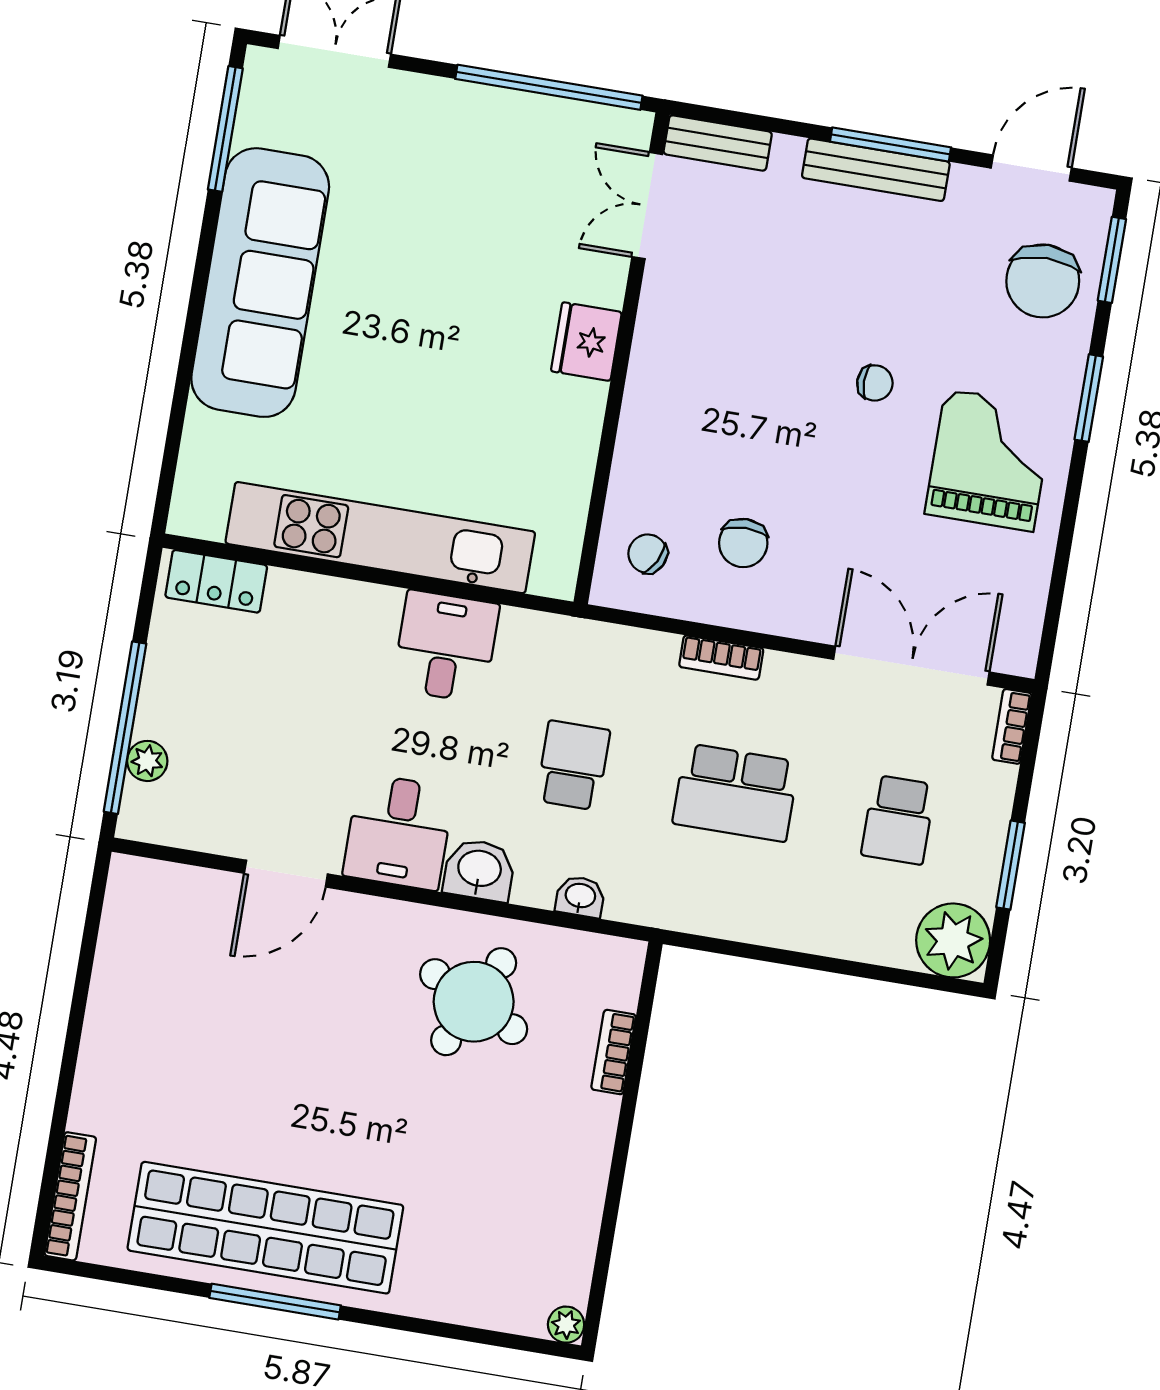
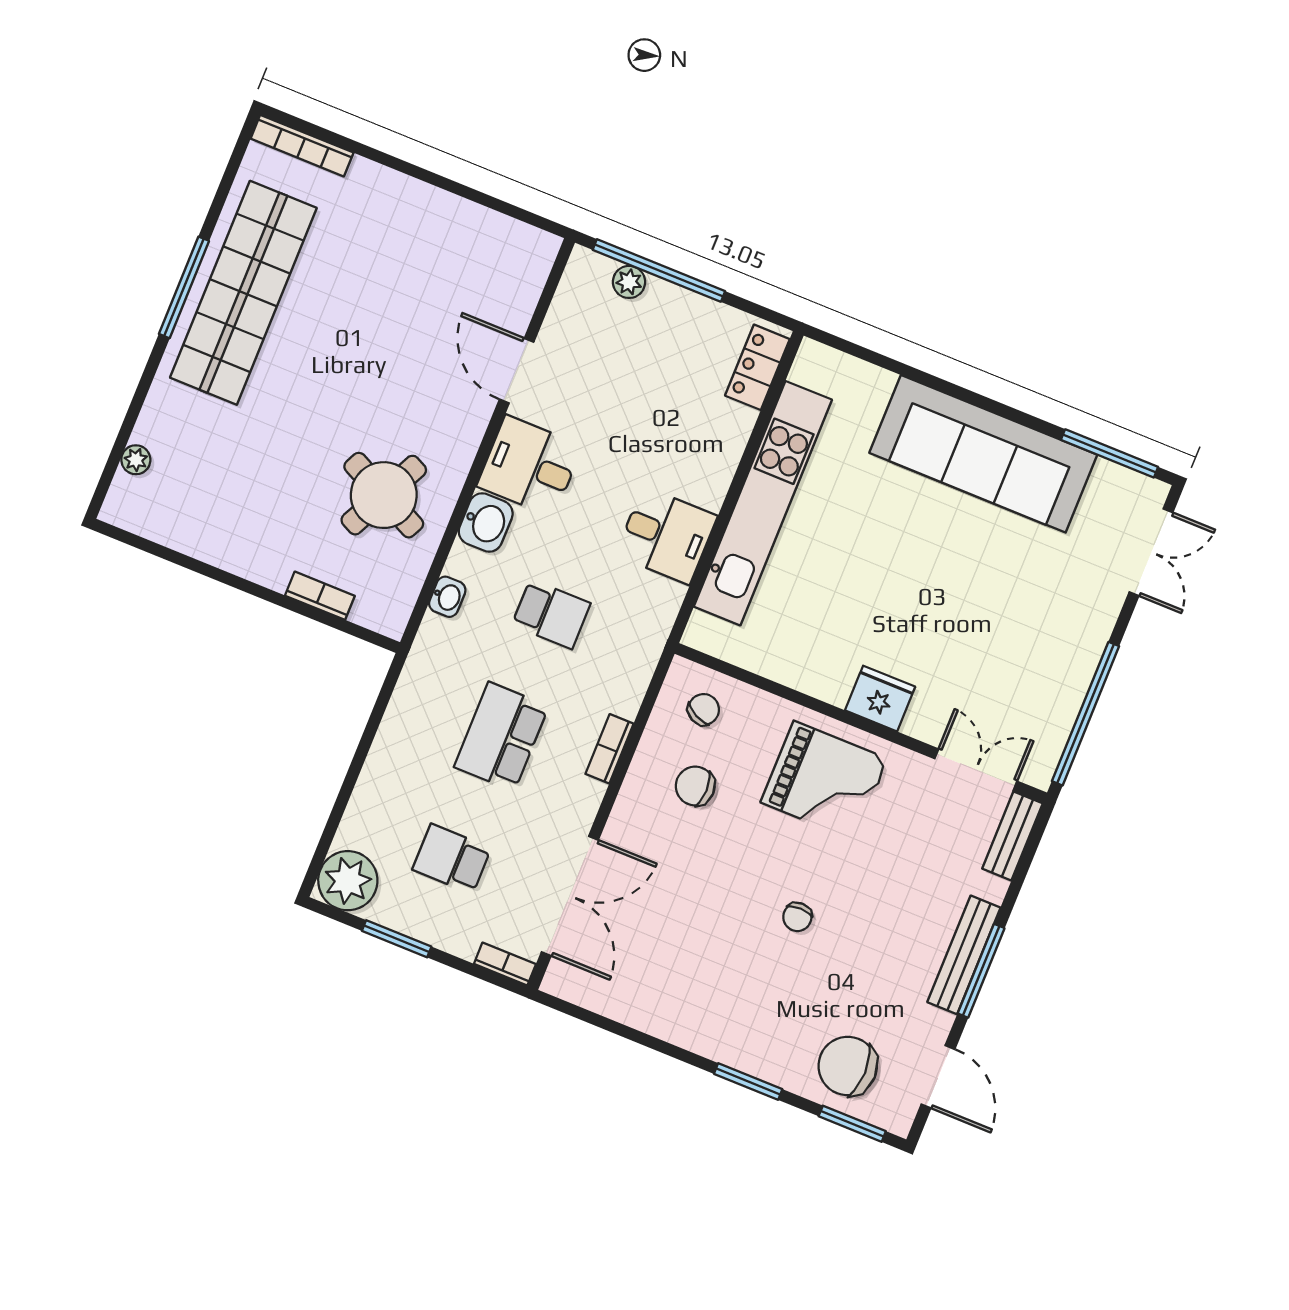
grand piano: (989, 460) -> (824, 781), moved
plant: (566, 1325) -> (136, 460), moved

